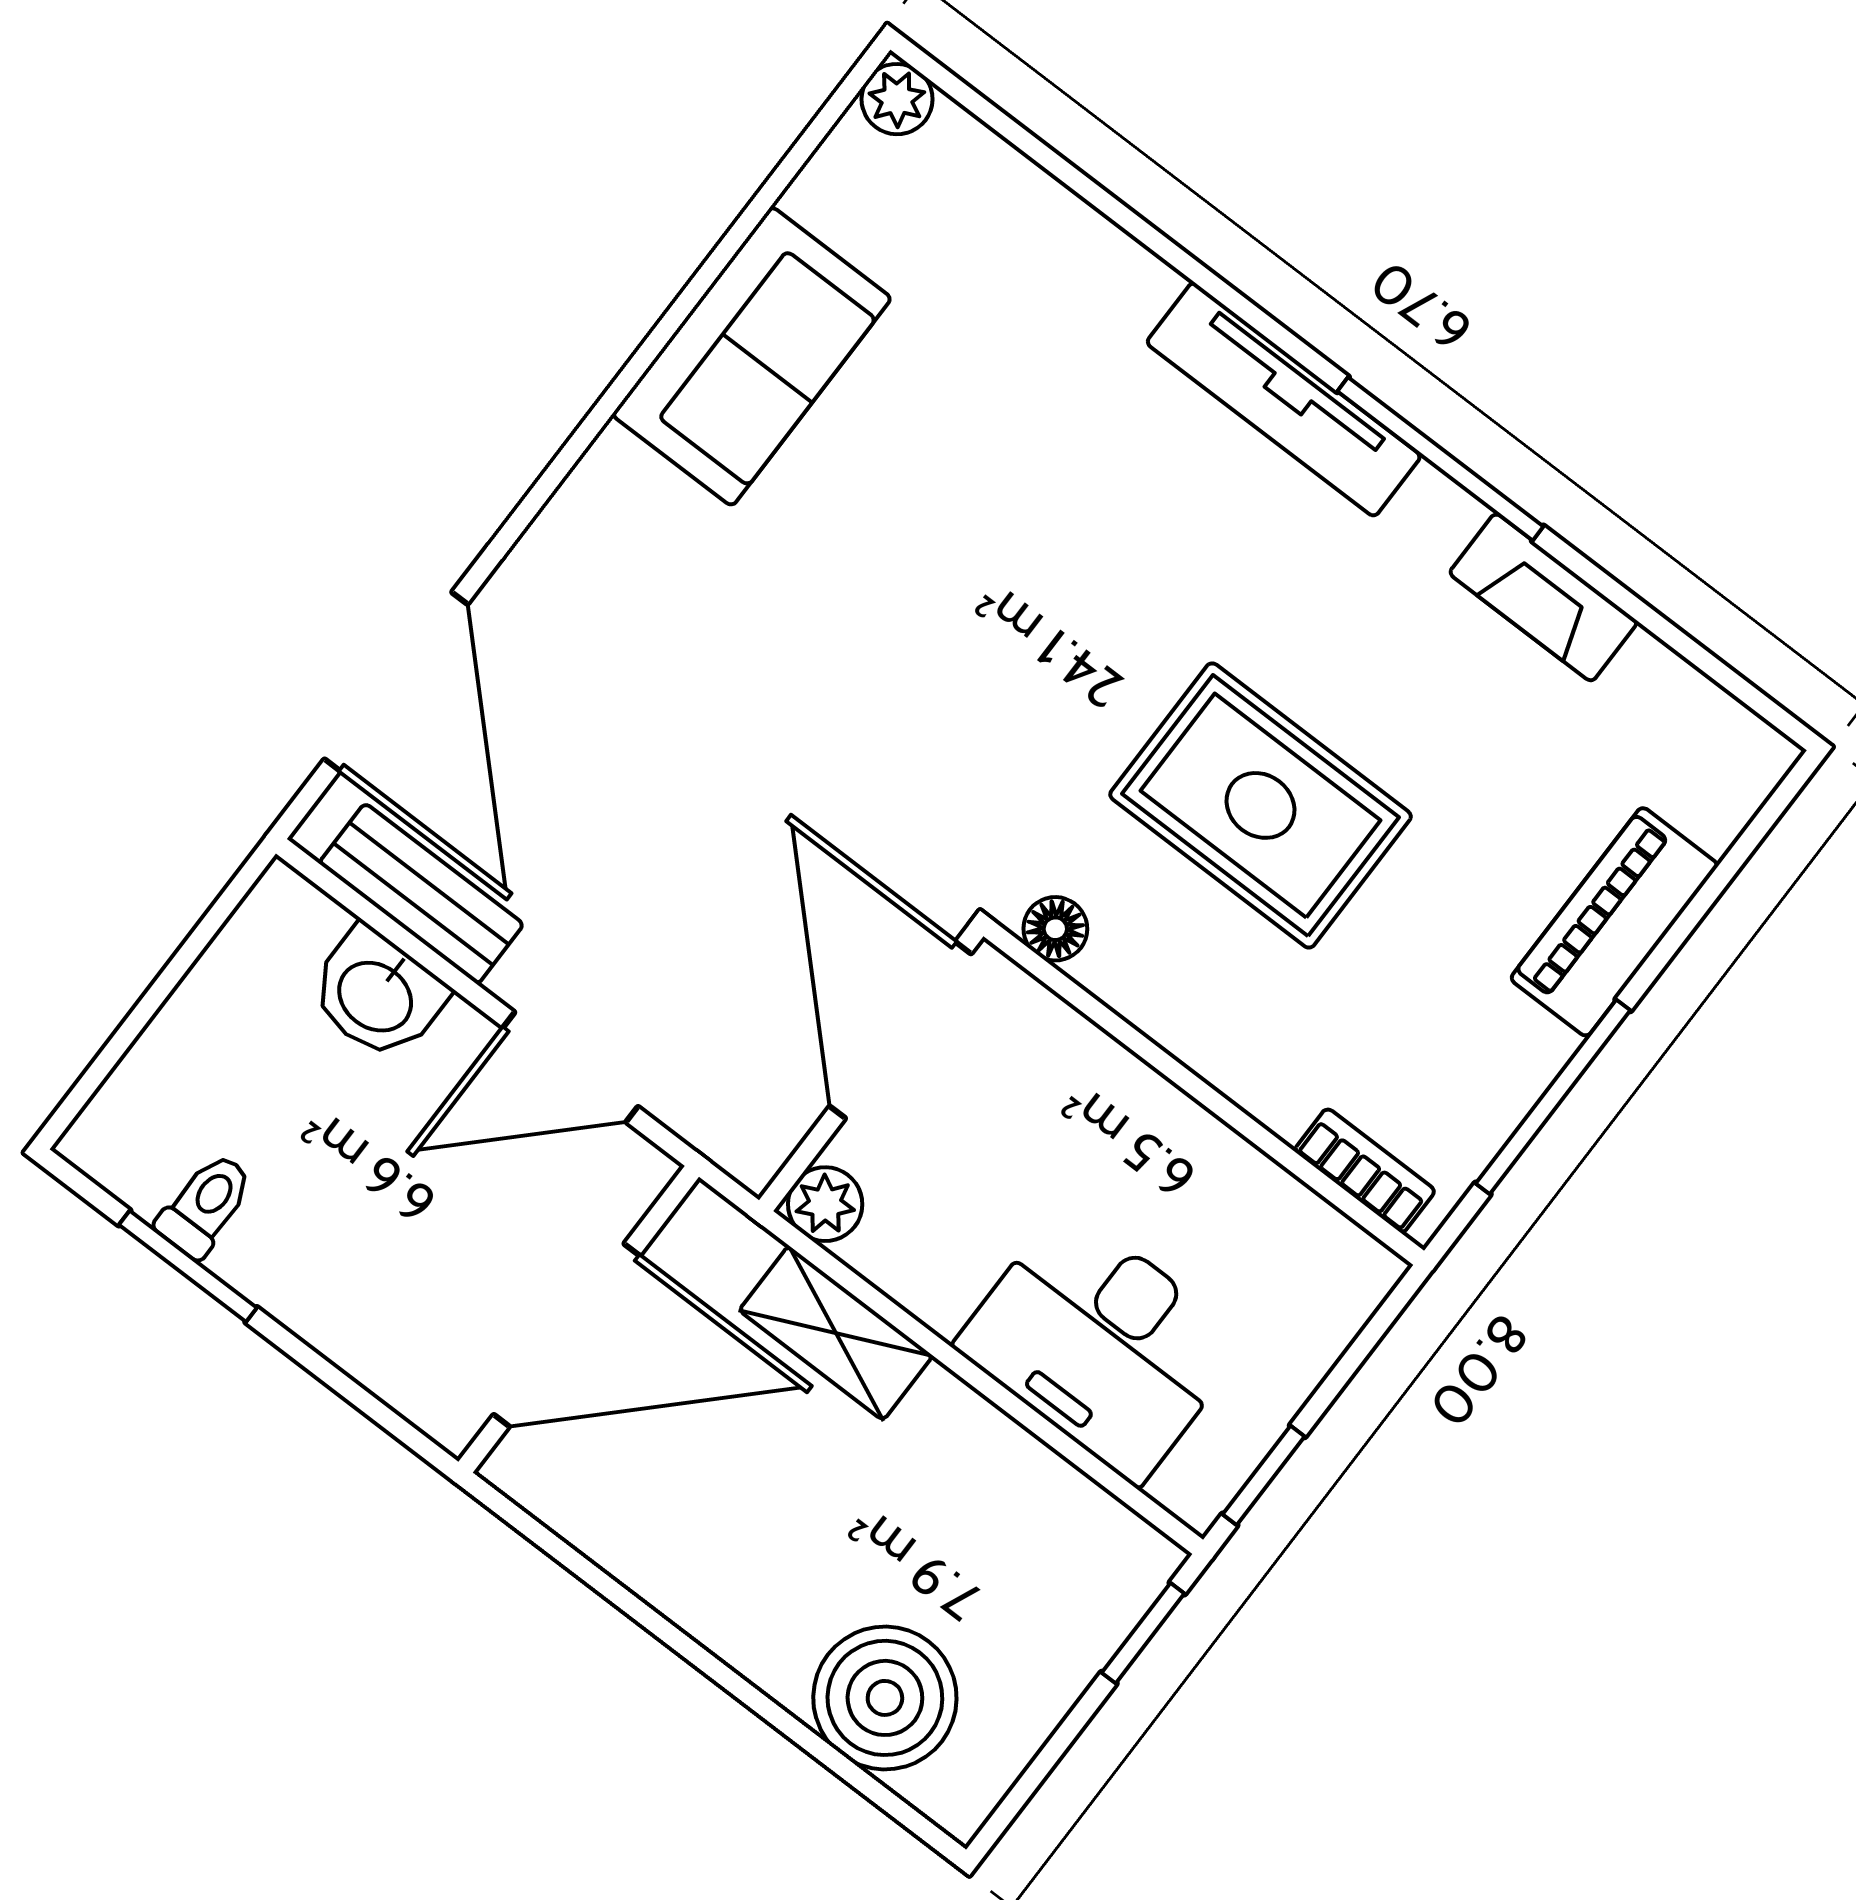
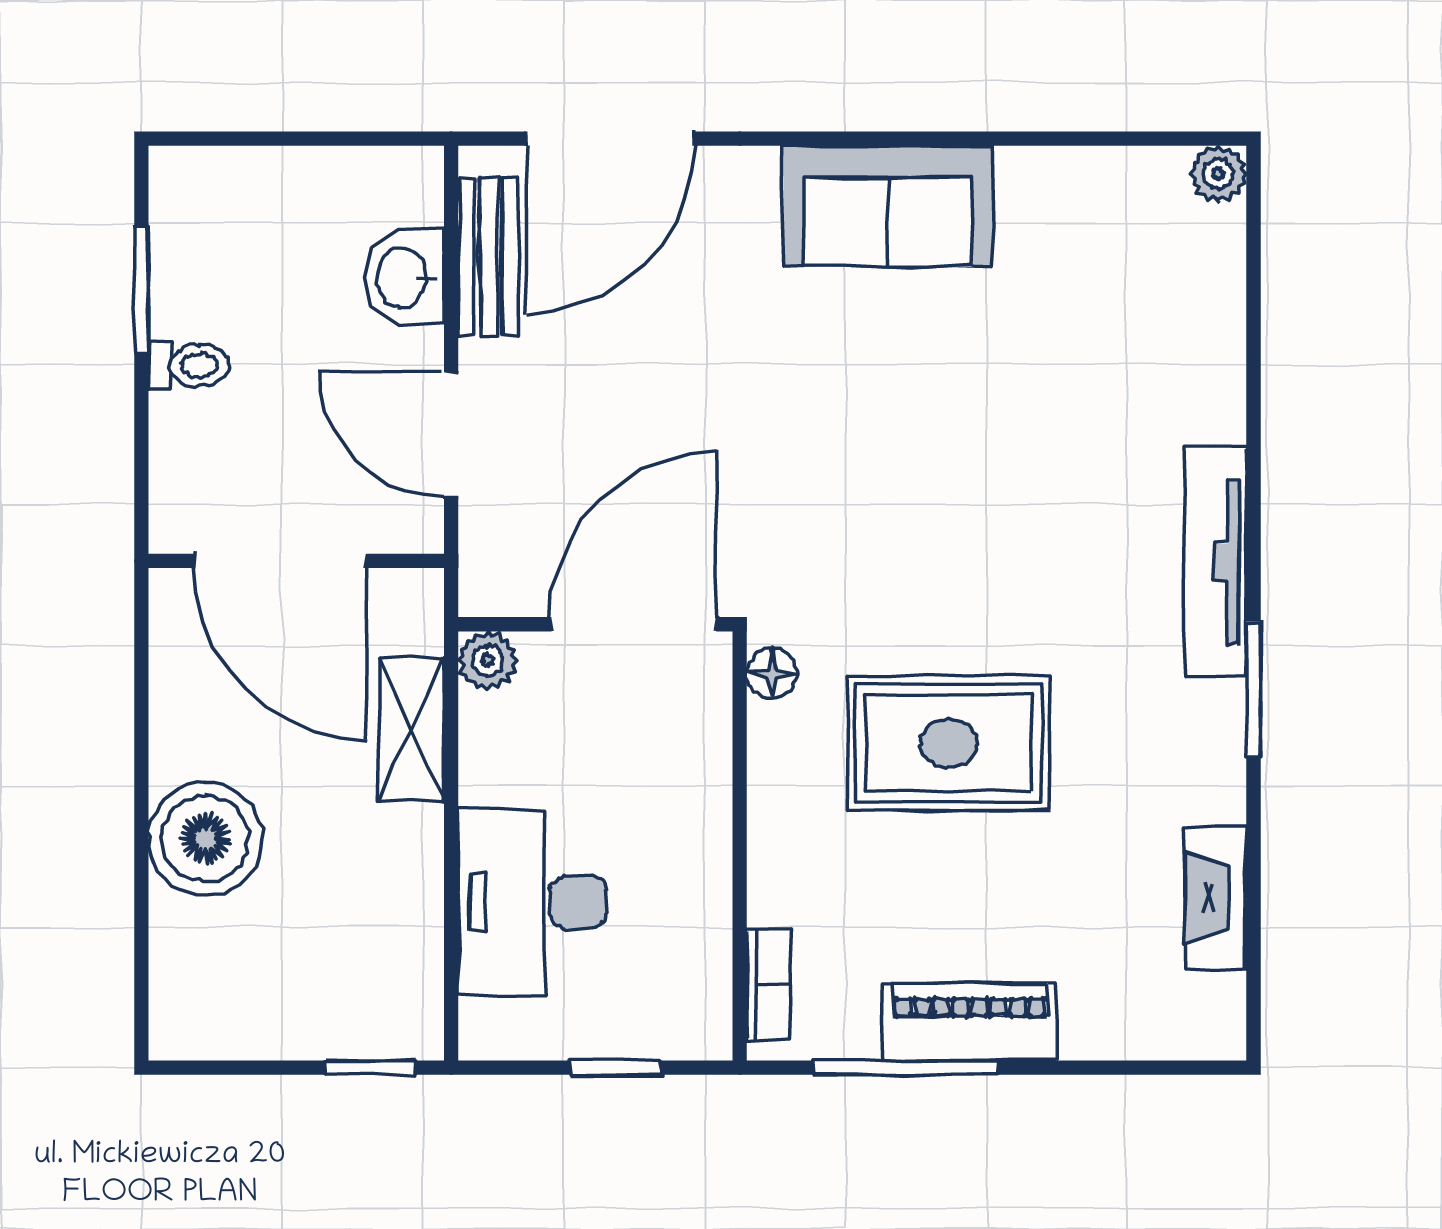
sofa: (752, 356) -> (888, 206), moved
window: (1440, 459) -> (1253, 689), width x0.69
fireplace: (1543, 597) -> (1216, 897), moved
rug: (1261, 805) -> (948, 743), turned 90
piano: (1614, 922) -> (970, 1022), moved
toilet: (205, 1205) -> (188, 365), moved
window: (1264, 1475) -> (616, 1068), moved
boiler: (885, 1698) -> (205, 839), moved

